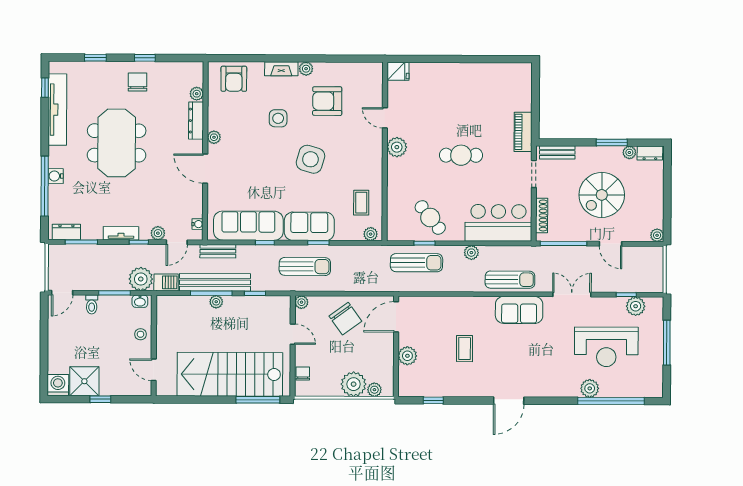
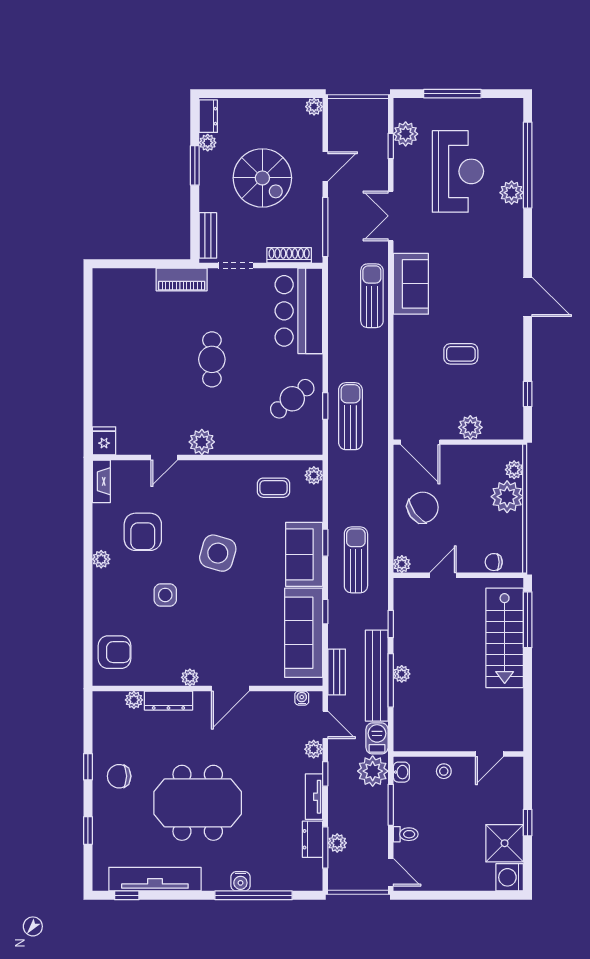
fireplace: (281, 69) -> (101, 481), moved
dresser: (66, 232) -> (312, 839), moved
plant: (471, 253) -> (337, 843), moved
stairs: (230, 374) -> (505, 638), width x0.73, depth x0.66

